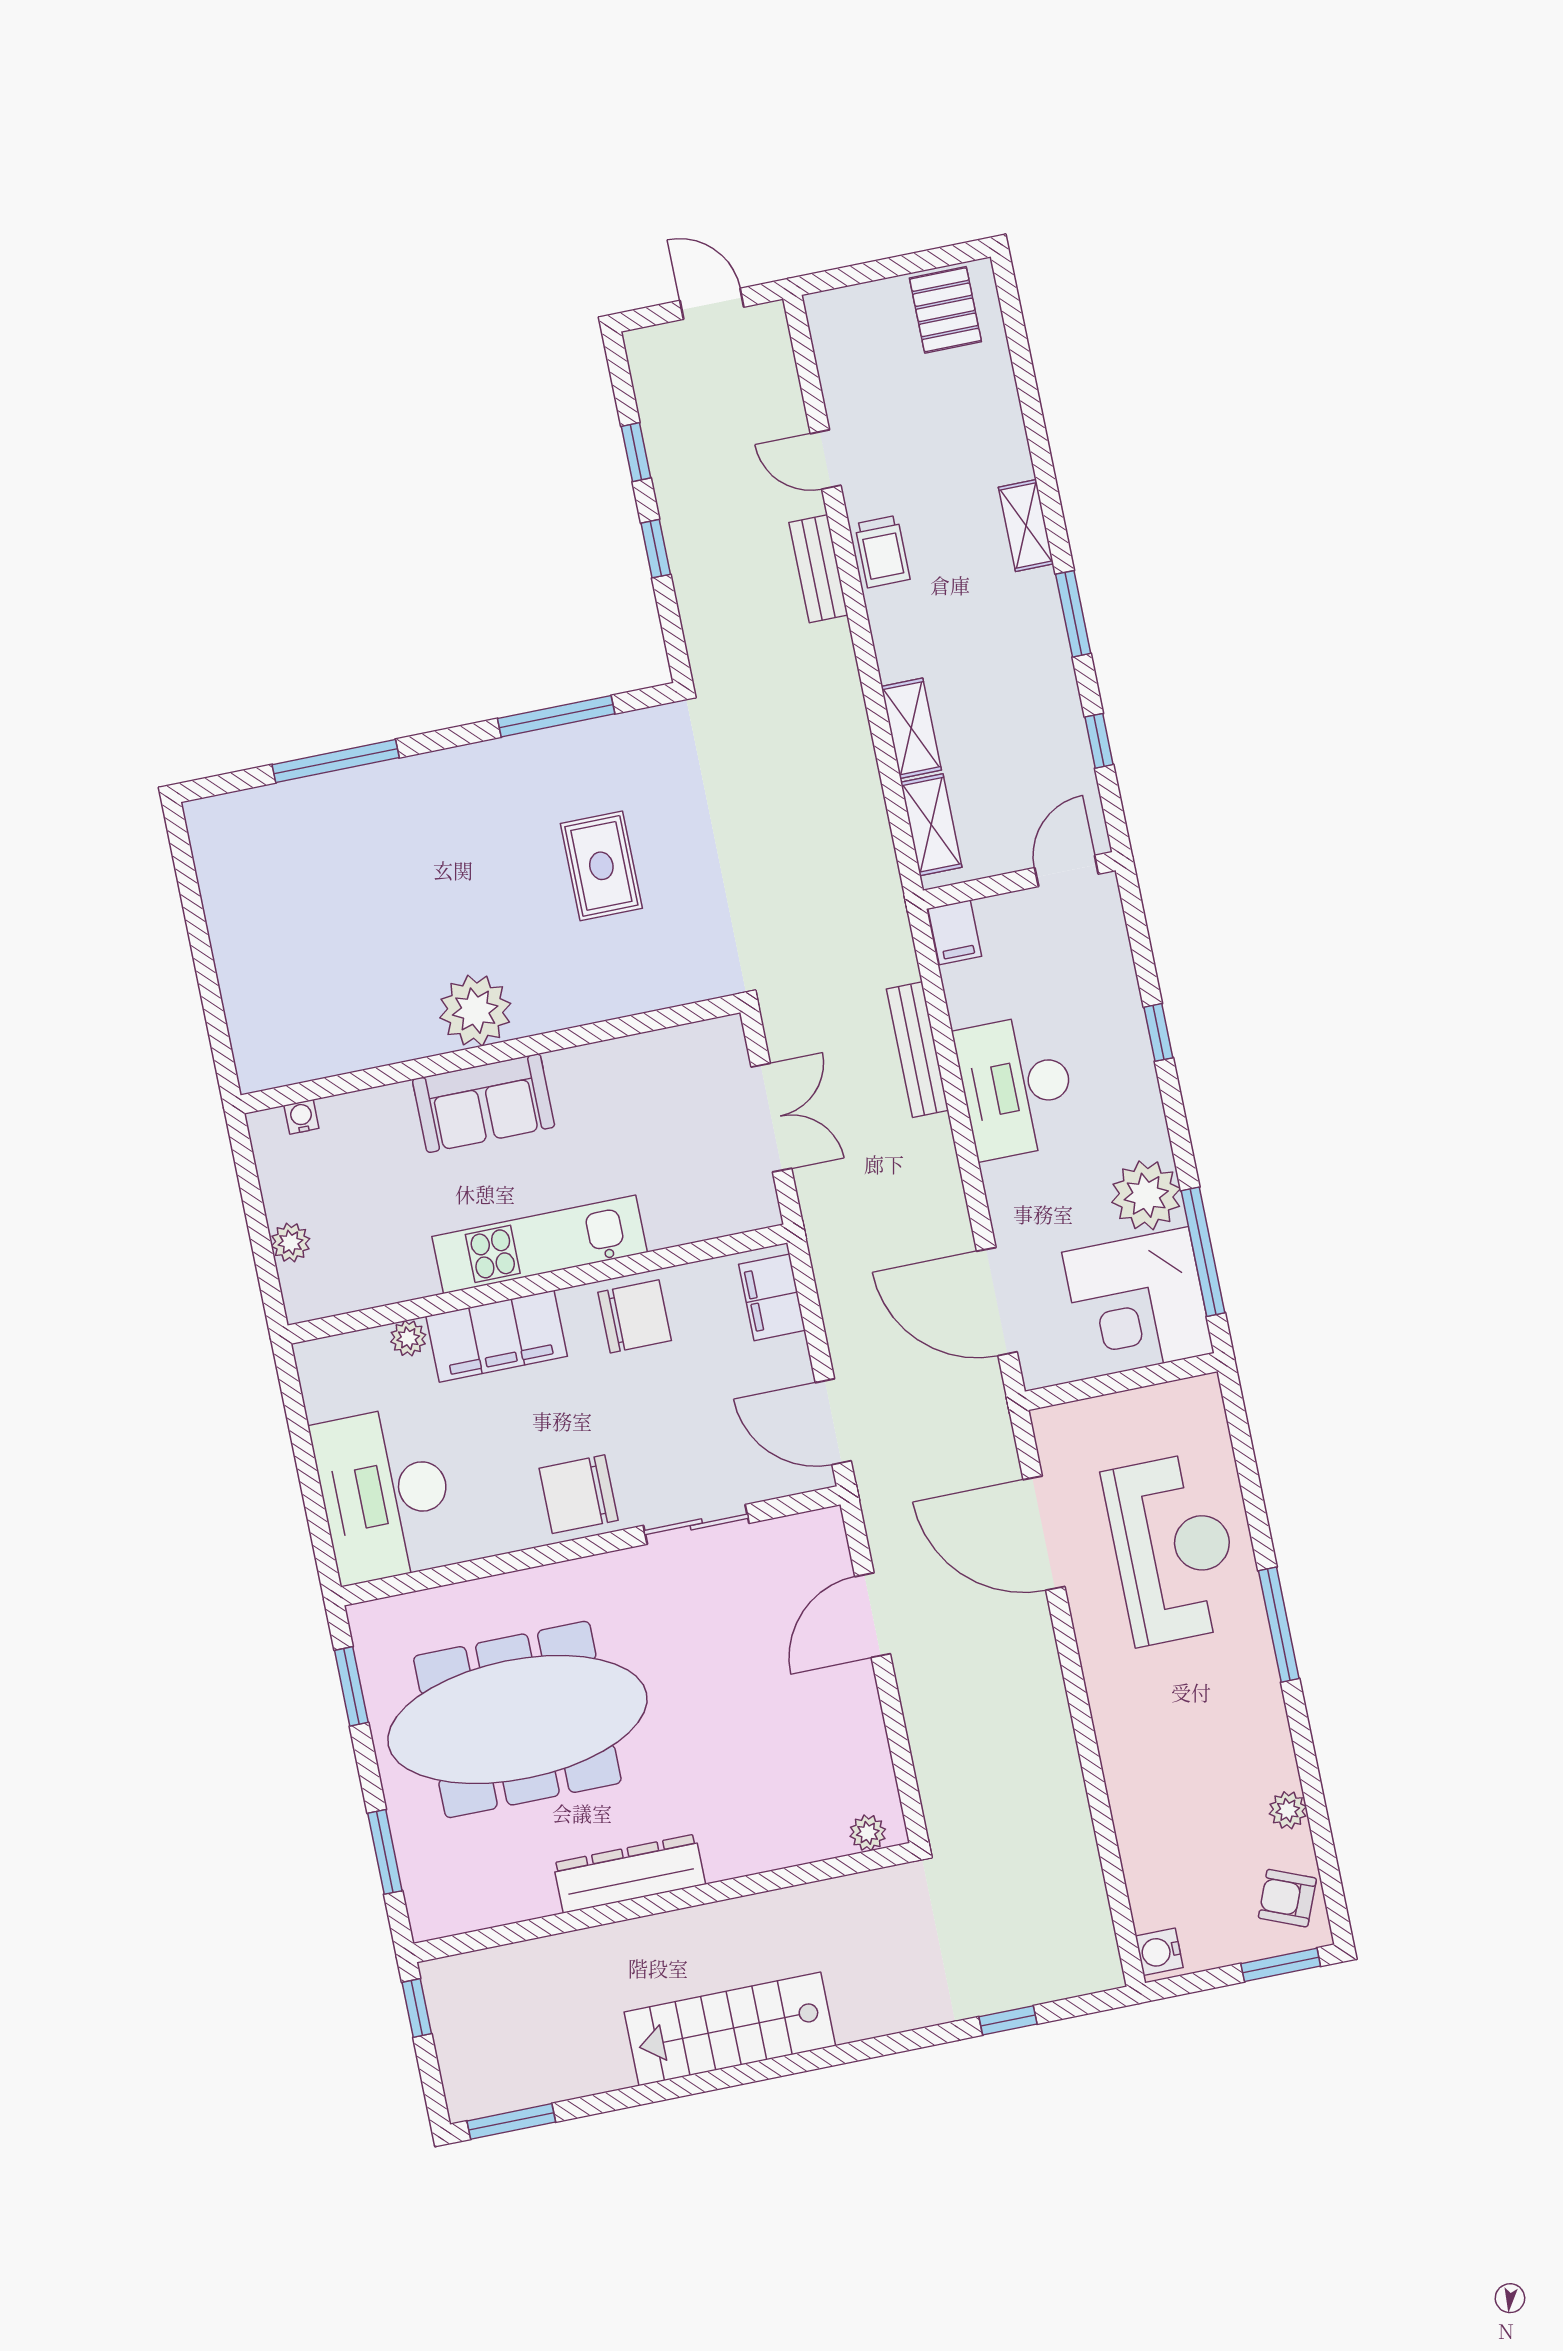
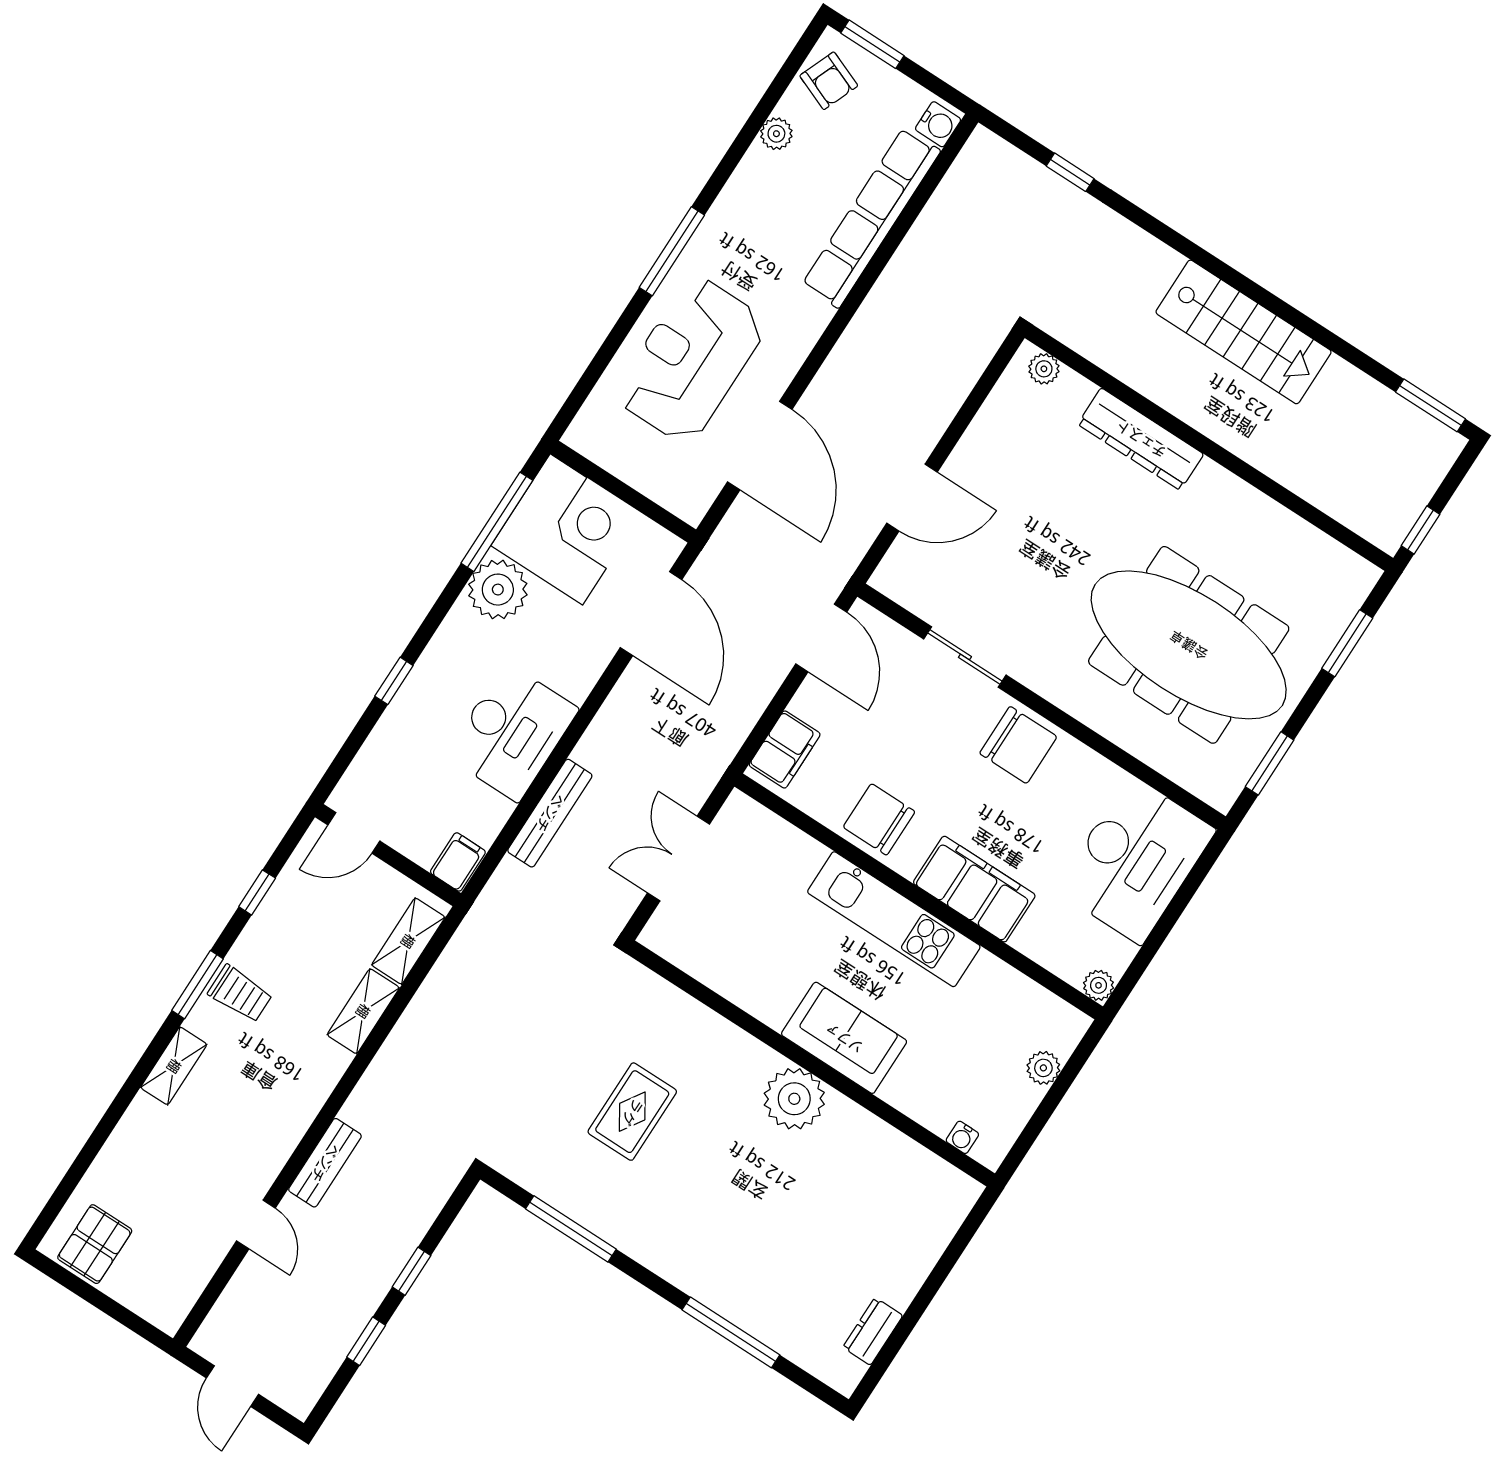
trolley: (882, 552) -> (240, 994), moved, turned 90
dresser: (217, 879) -> (873, 1331), added
plant: (408, 1338) -> (1098, 985), moved
row of seats: (1138, 1818) -> (871, 218), added
dresser: (629, 1874) -> (1141, 439), moved

